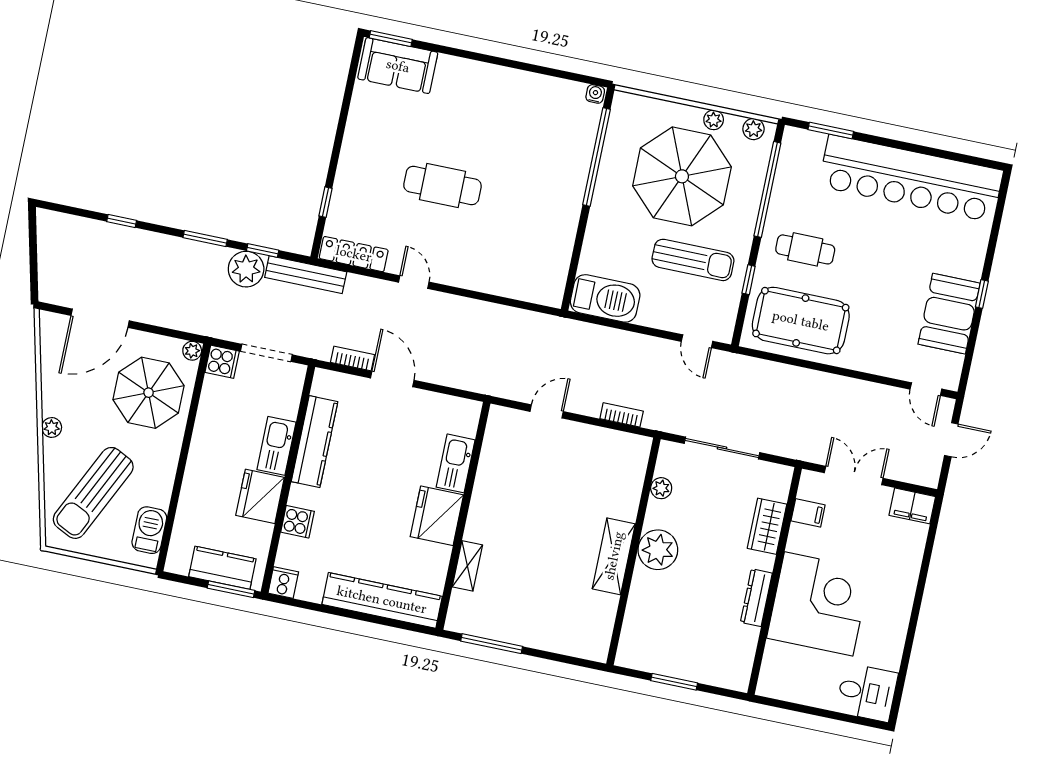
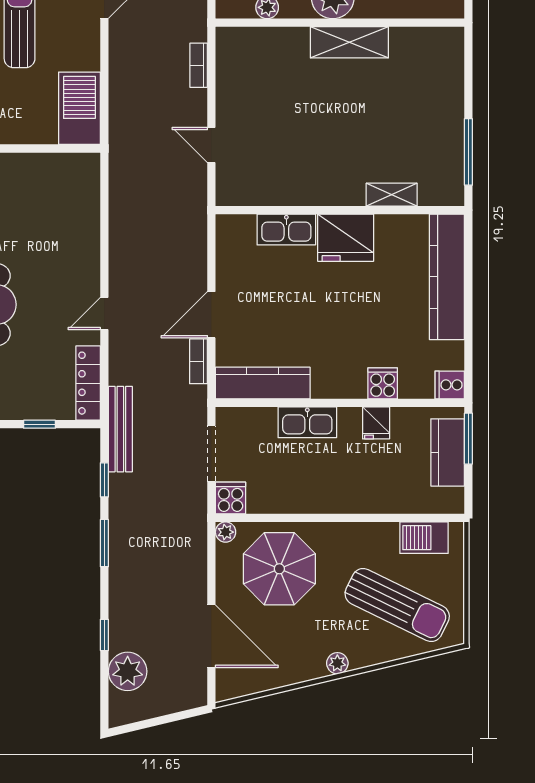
plant: (246, 269) -> (128, 671), moved
kitchen counter: (315, 442) -> (263, 383), moved
fridge: (260, 496) -> (376, 423), width x0.53, depth x0.75

